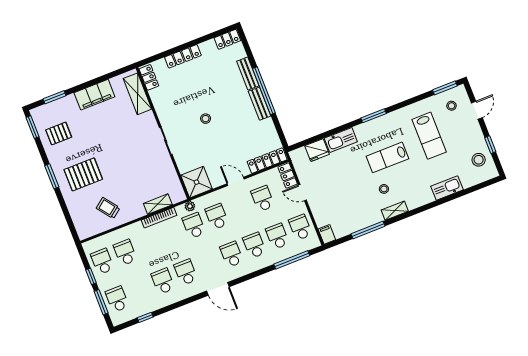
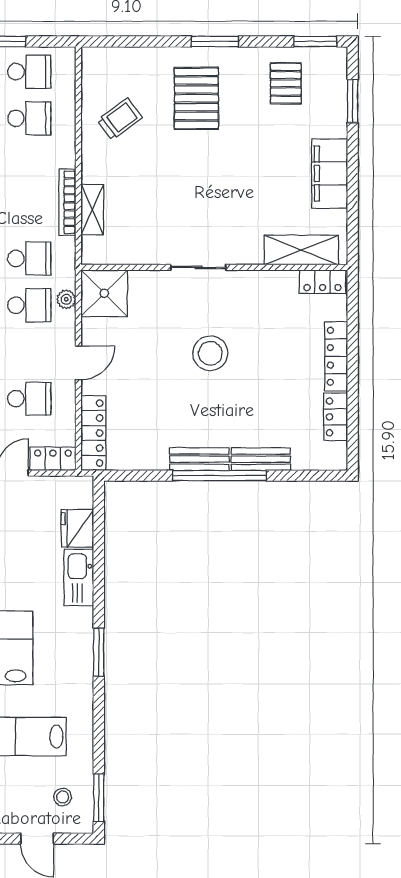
locker: (227, 39) -> (336, 417), moved
stool: (206, 119) -> (210, 353), width x1.89, depth x1.89
plant: (190, 206) -> (66, 299), moved

